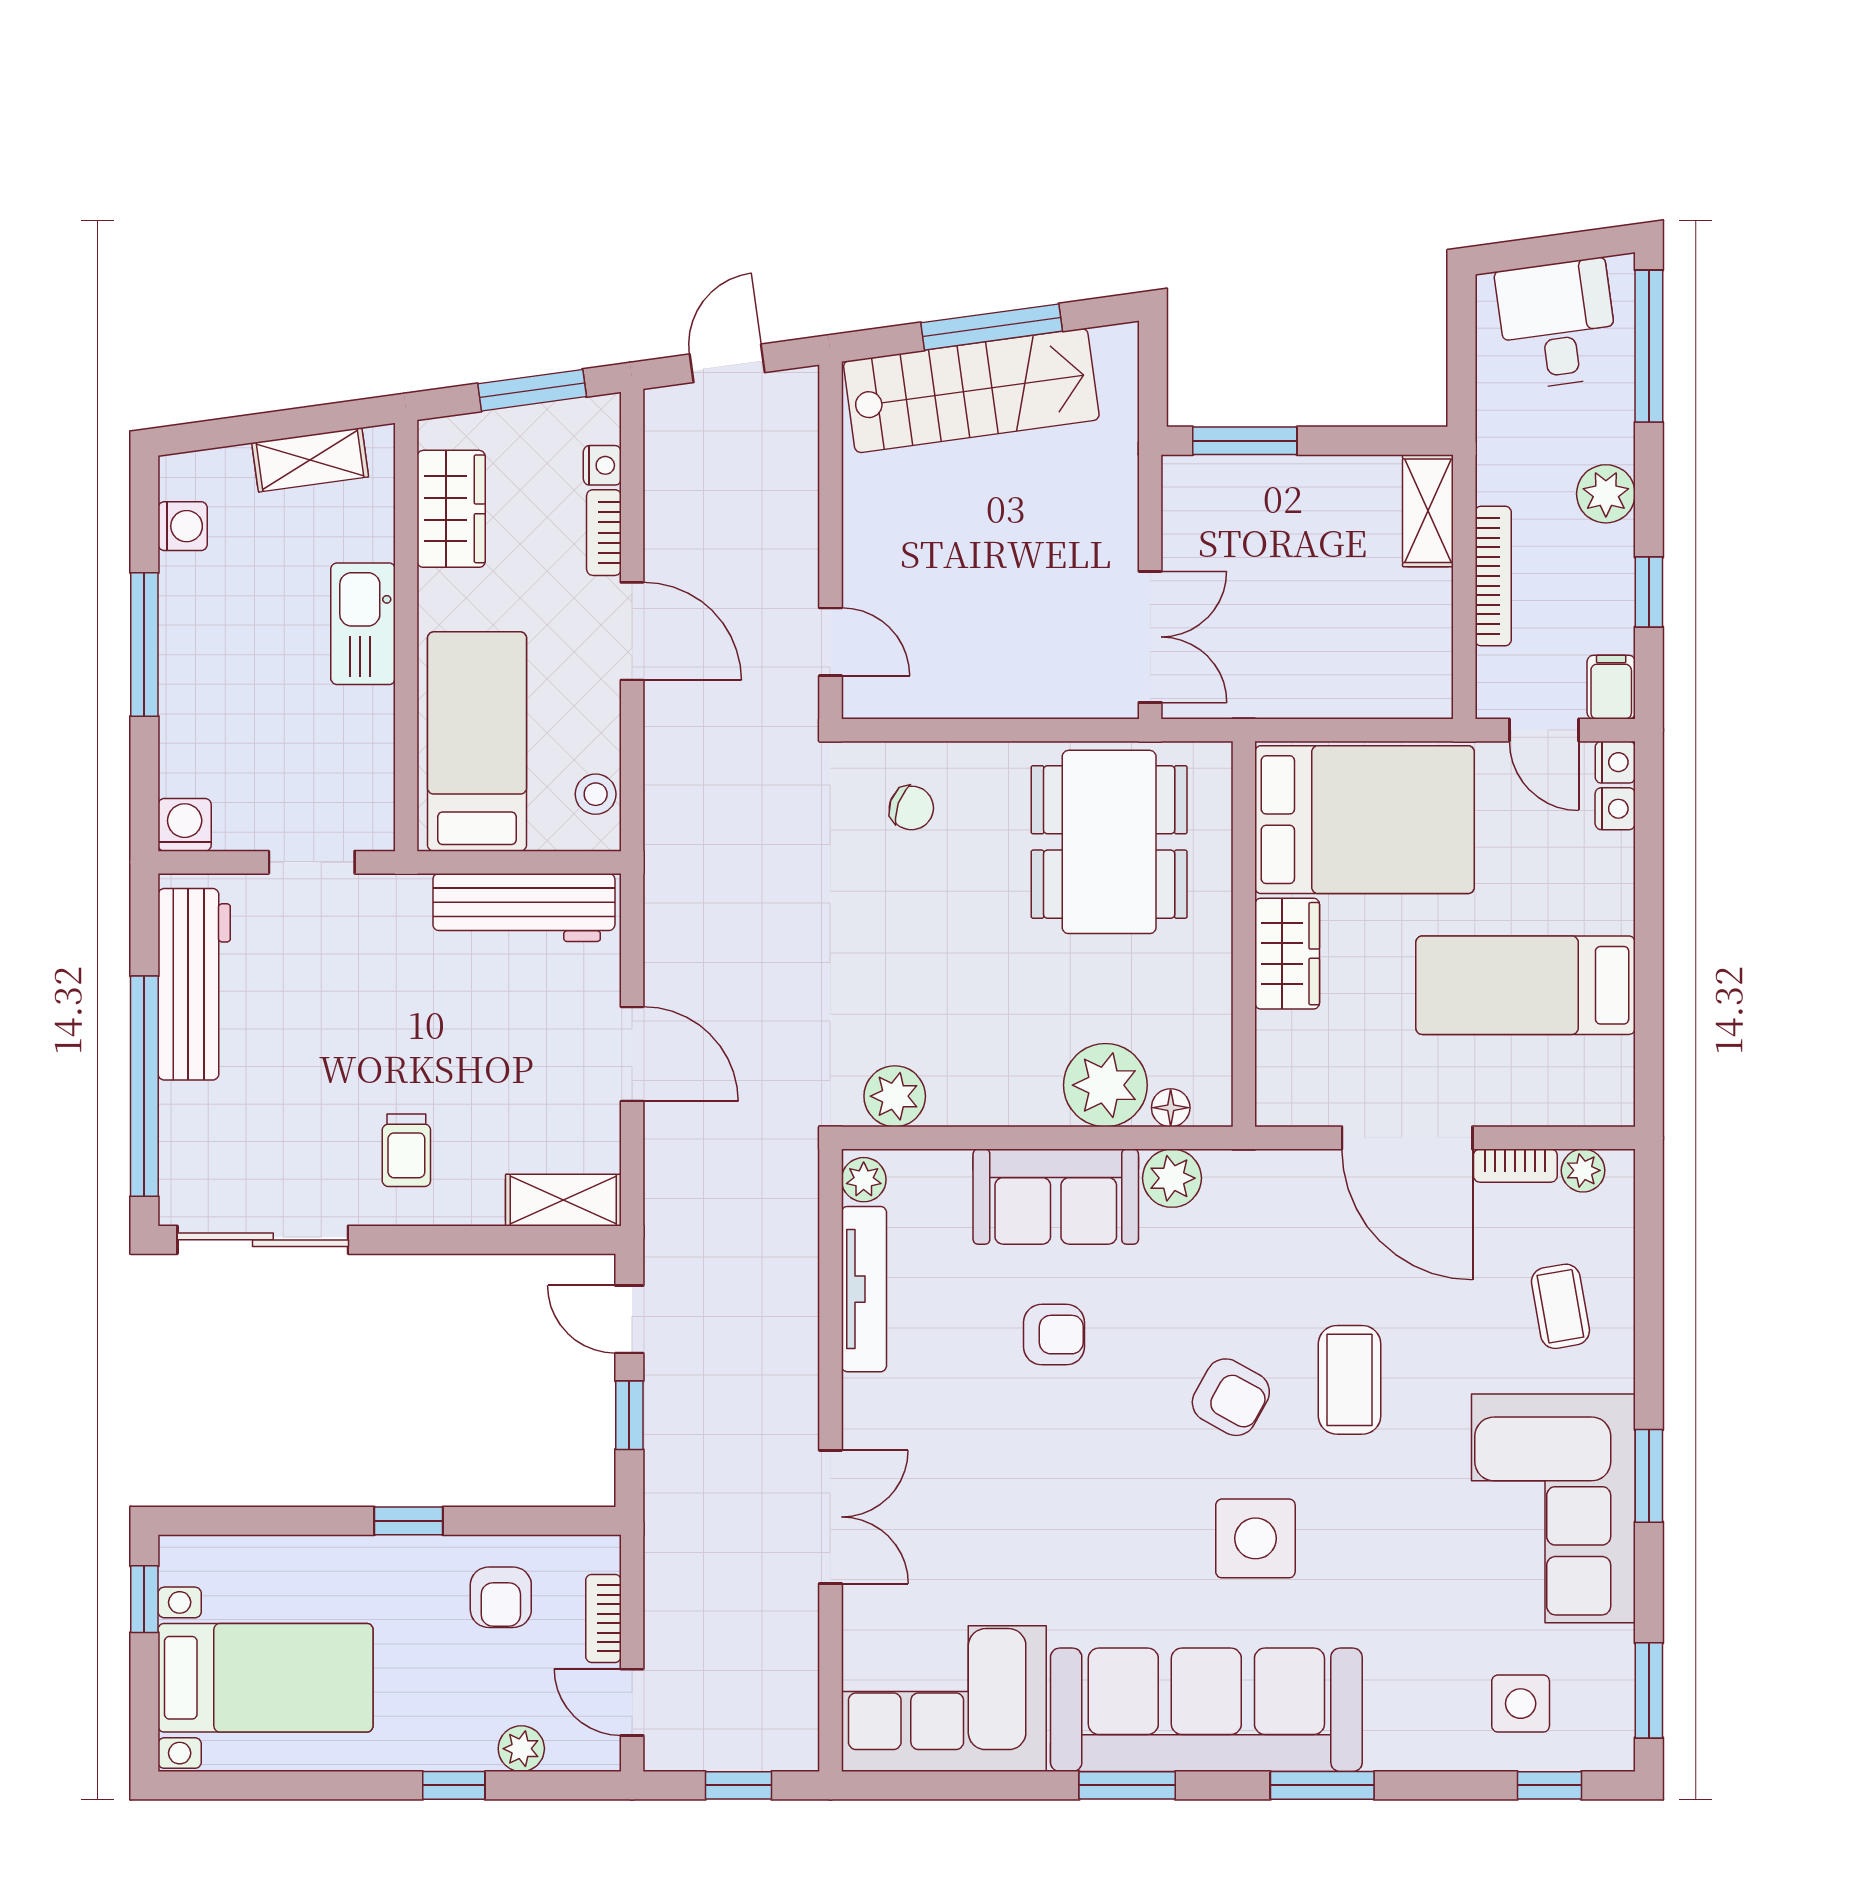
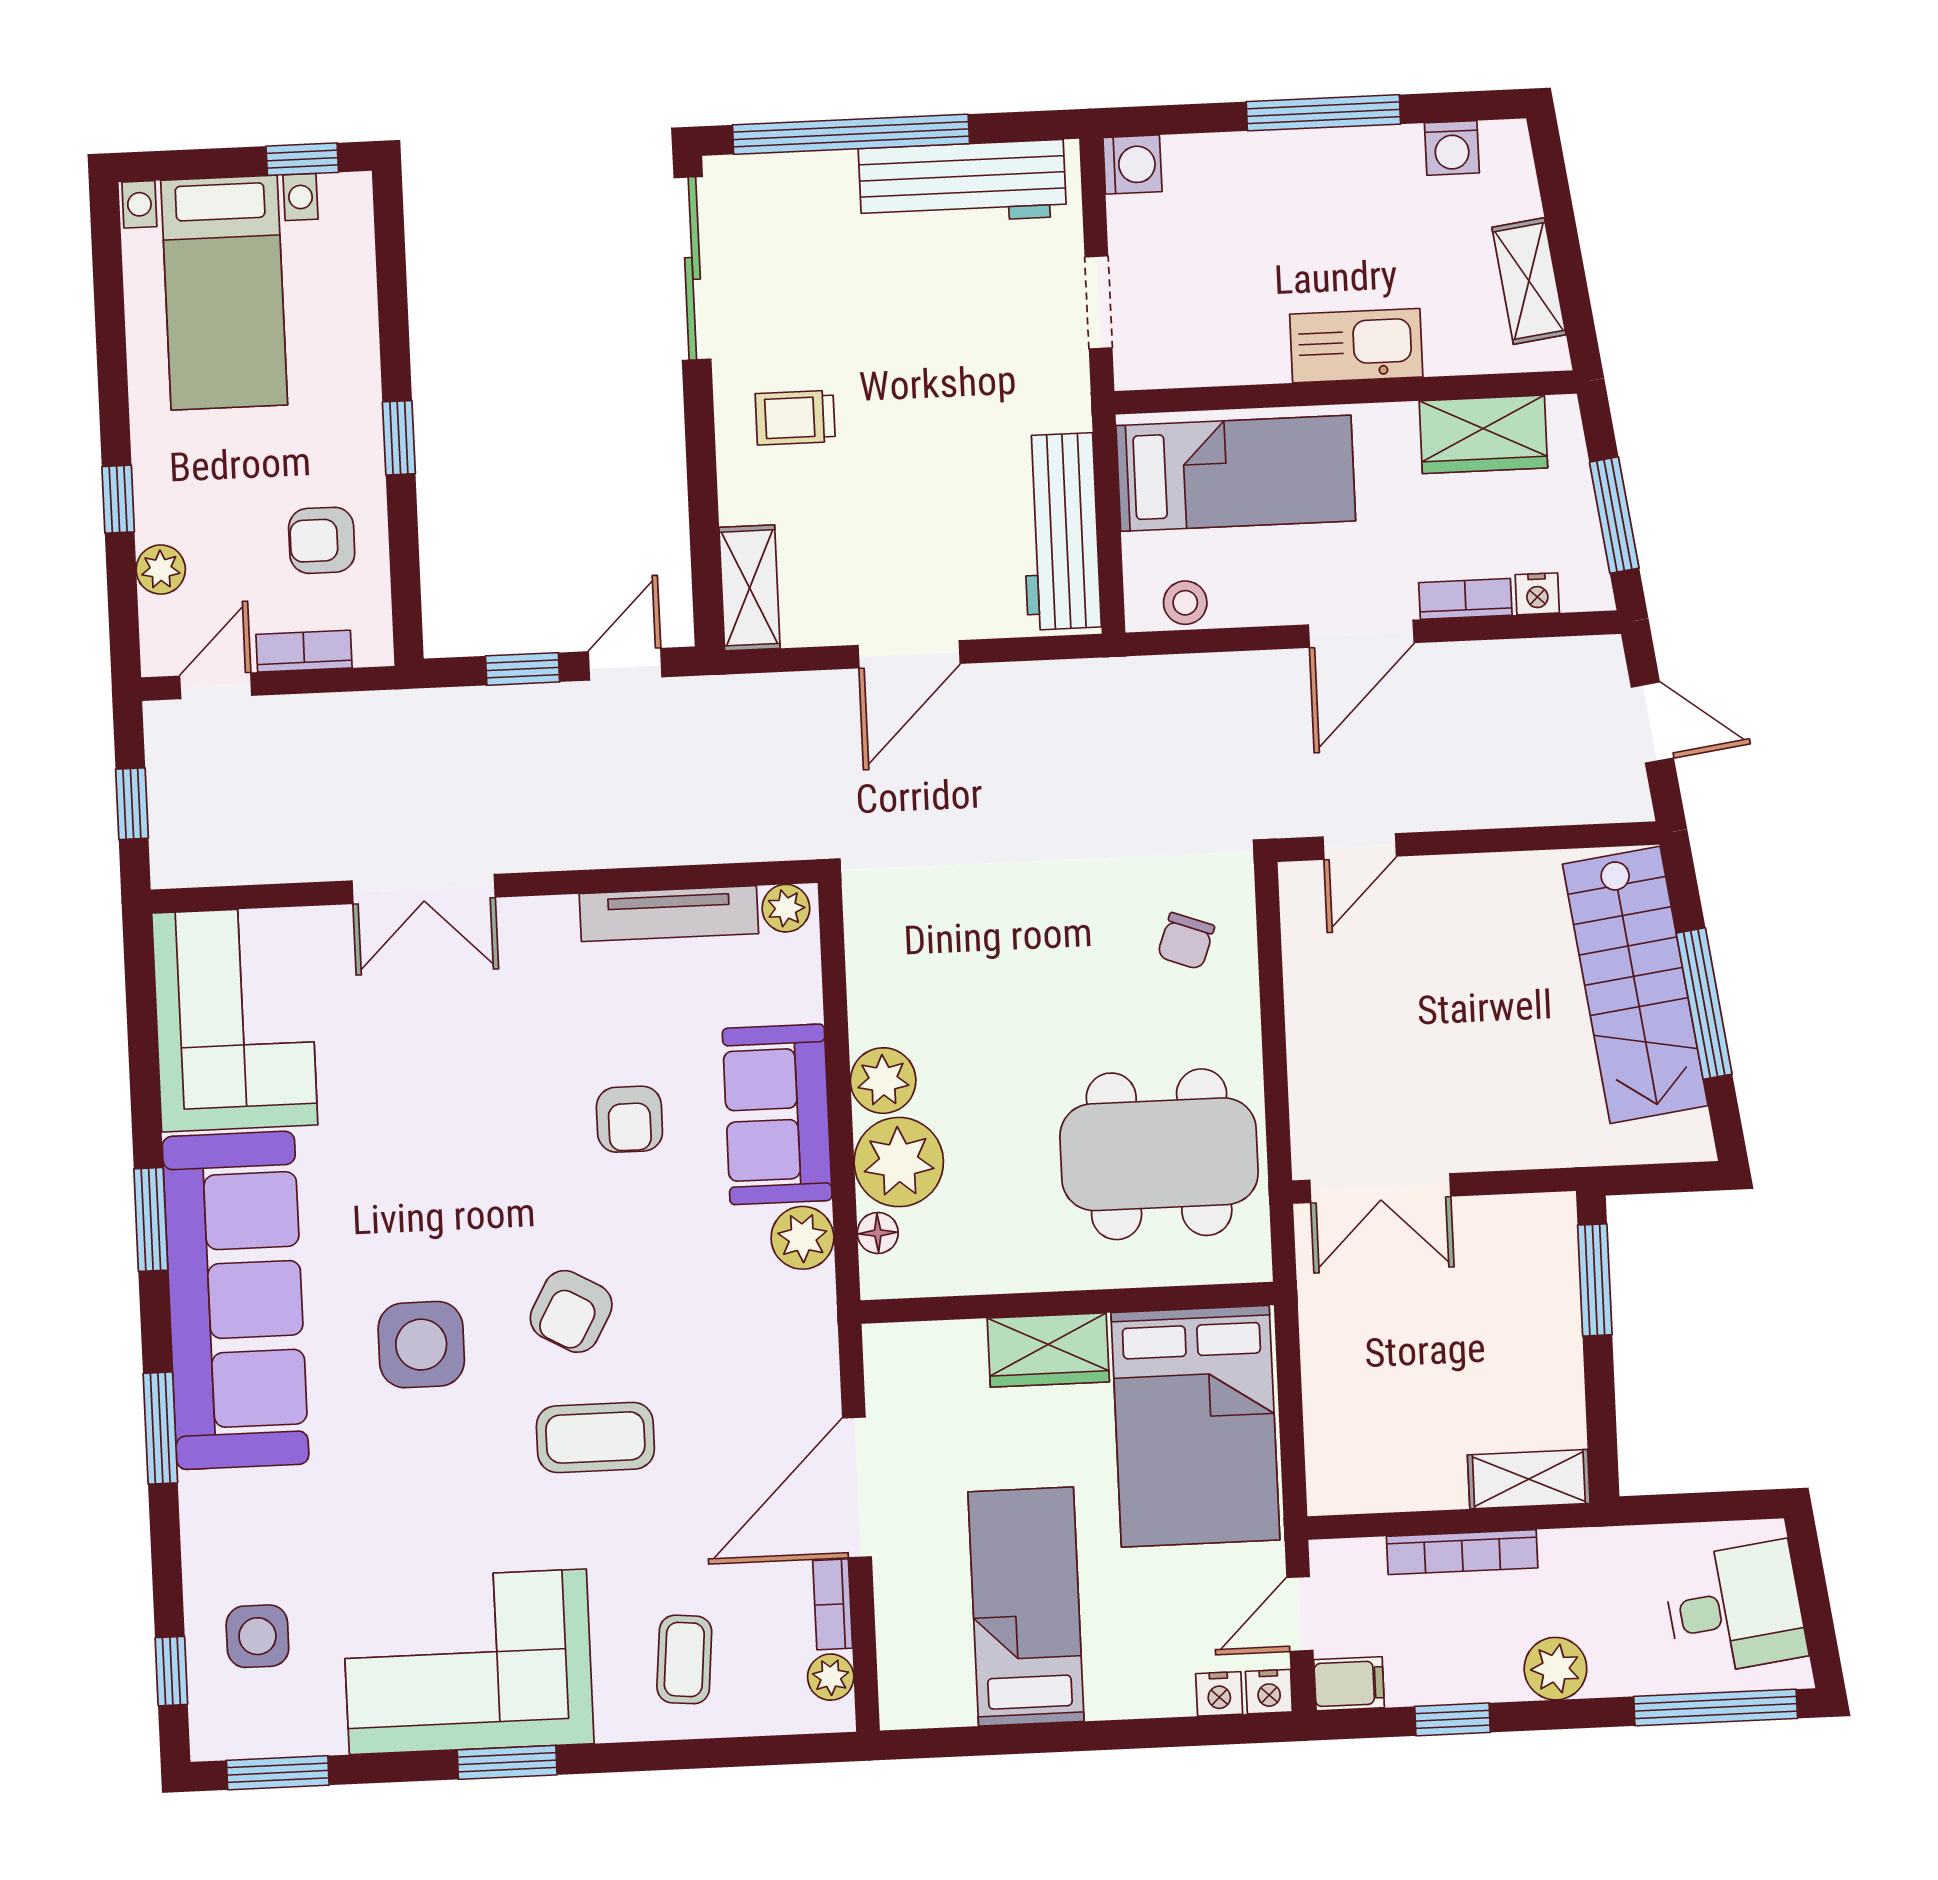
plant: (895, 1096) -> (883, 1081), moved
coffee table: (1560, 1306) -> (684, 1659), turned -75

